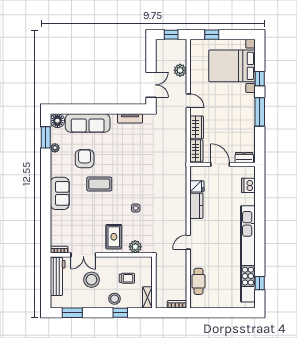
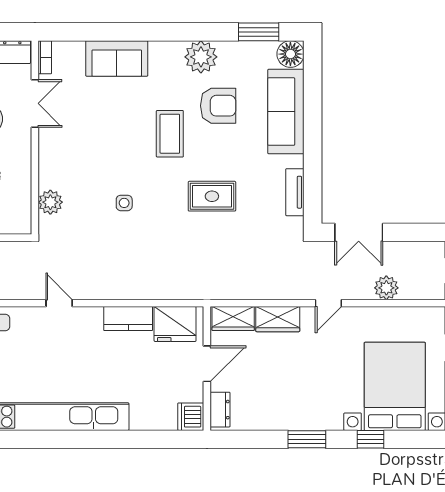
window: (260, 112) -> (307, 439), width x0.69
plant: (55, 148) -> (201, 57), moved, width x1.87, depth x1.87
dishwasher: (248, 185) -> (191, 417), moved, turned -90
fridge: (197, 186) -> (175, 324), width x1.88, depth x1.34
sofa: (60, 193) -> (117, 58), moved
rug: (114, 237) -> (212, 196), moved
double door: (83, 255) -> (35, 103), swing flipped

